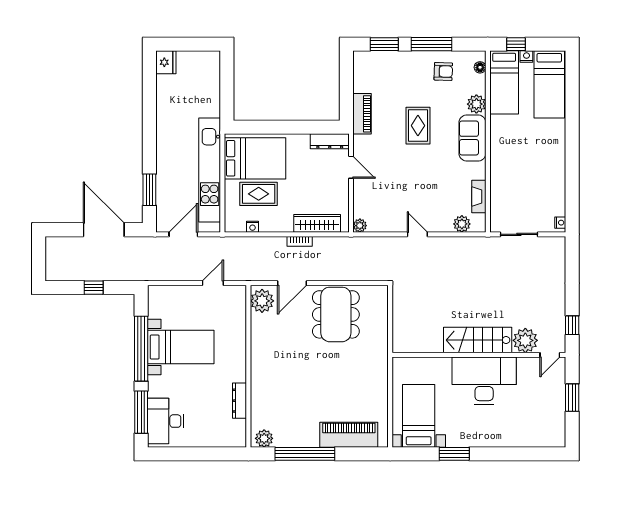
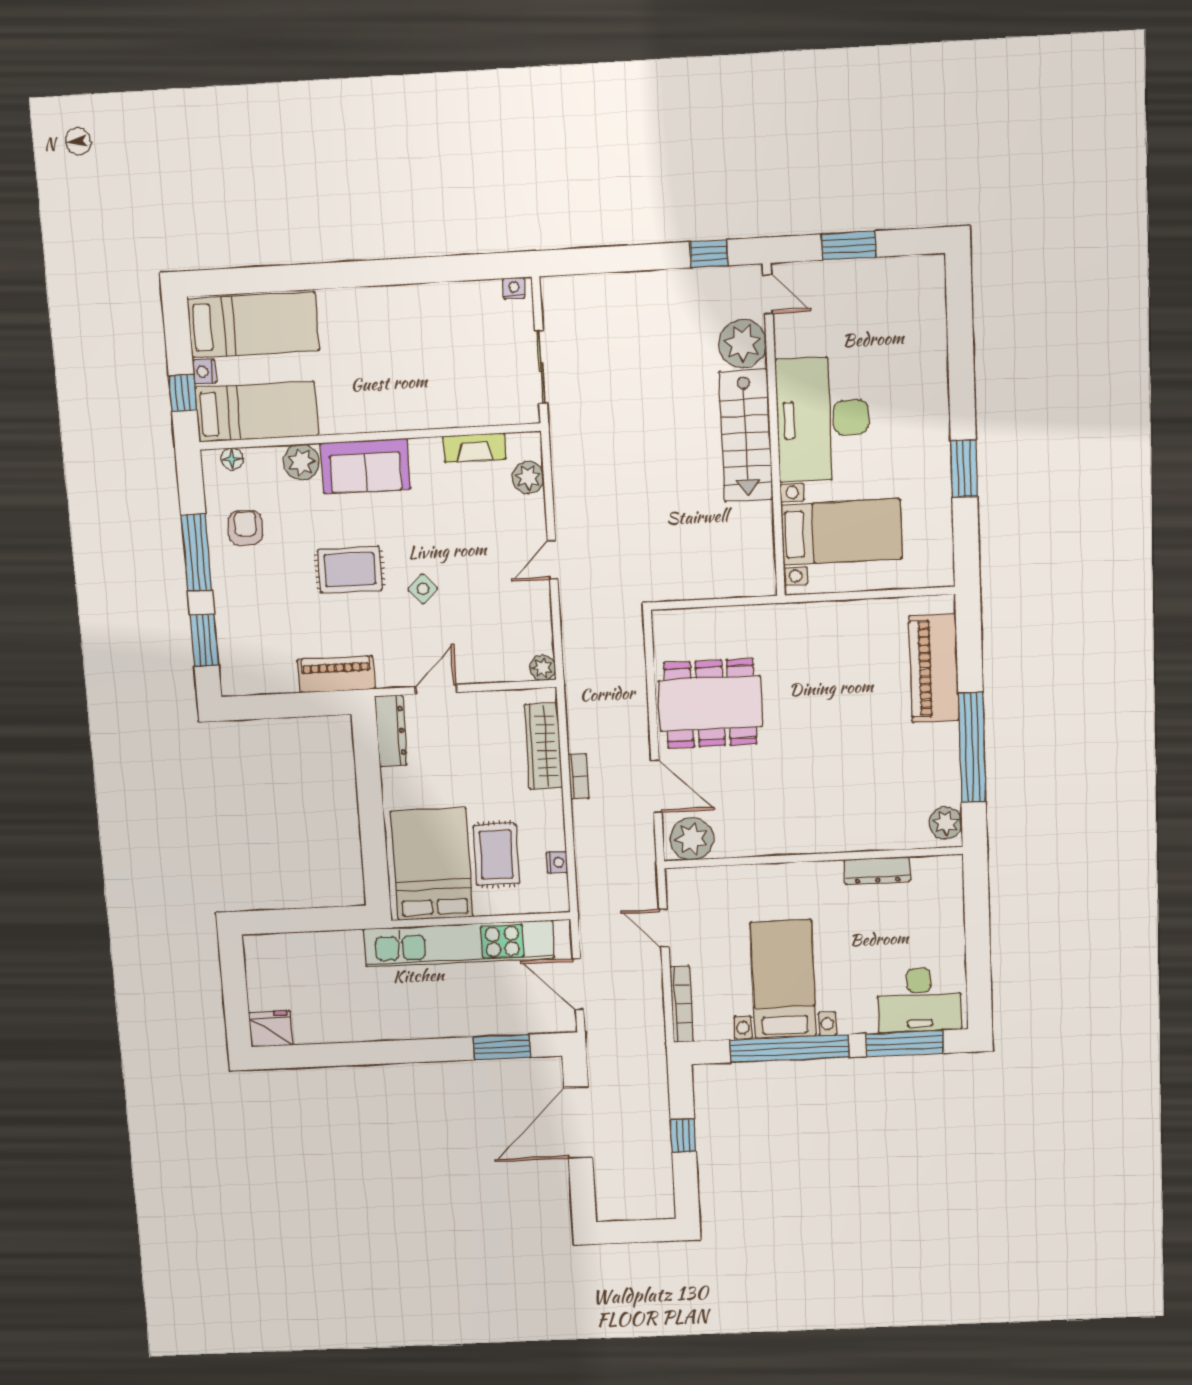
side table: (406, 164) -> (423, 589), added
bookcase: (169, 291) -> (682, 1004), added
bed with nightstands: (419, 416) -> (841, 532), moved, turned 180

